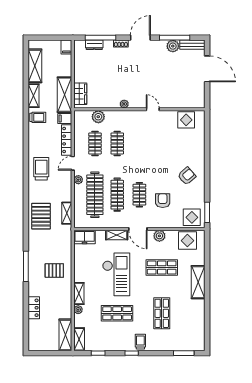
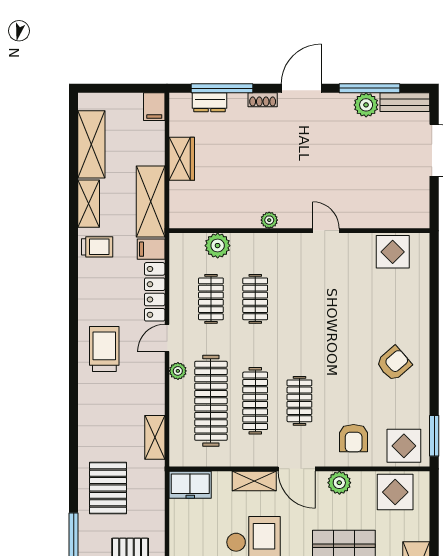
wardrobe: (80, 94) -> (182, 159), moved
armchair: (163, 201) -> (354, 438), moved, turned 180
pallet: (41, 216) -> (108, 488), moved

